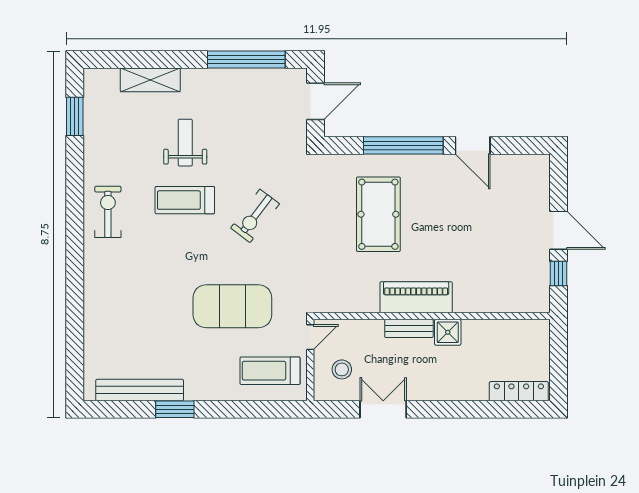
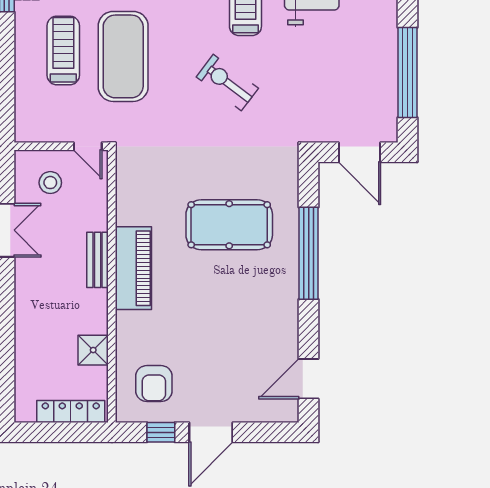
door: (473, 145) -> (309, 379), moved
armchair: (516, 280) -> (154, 384), added
shower: (448, 332) -> (93, 350), moved
treadmill: (270, 371) -> (63, 50), moved
locker: (519, 391) -> (71, 411), moved, turned -90

